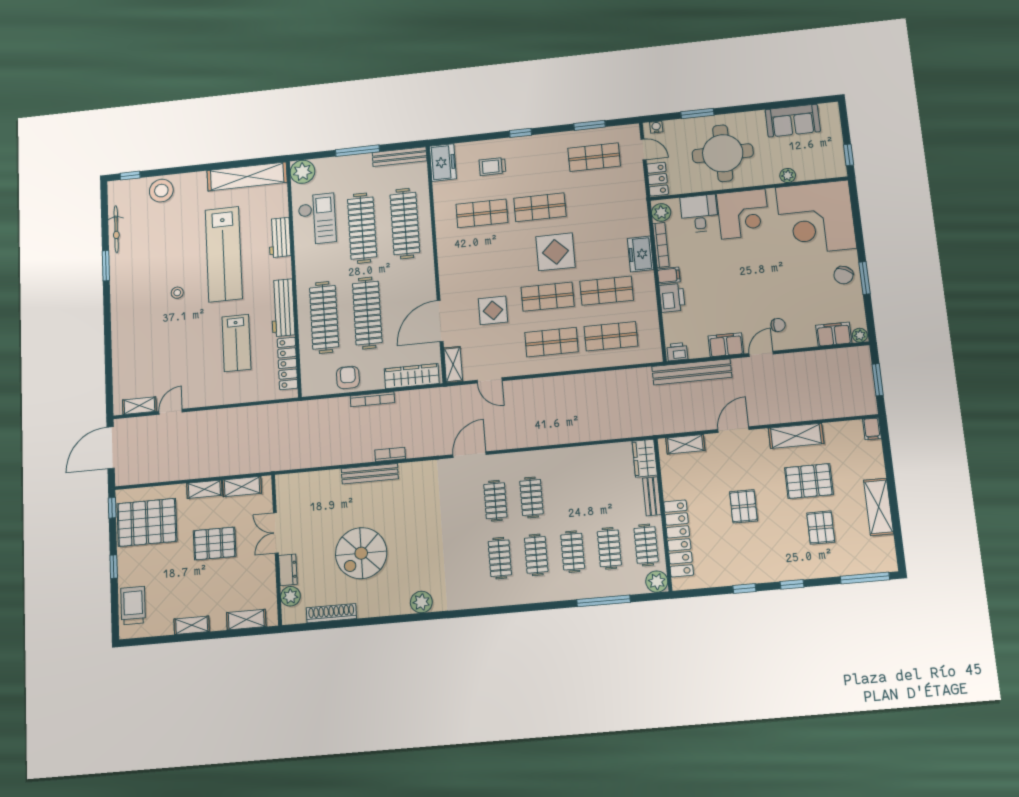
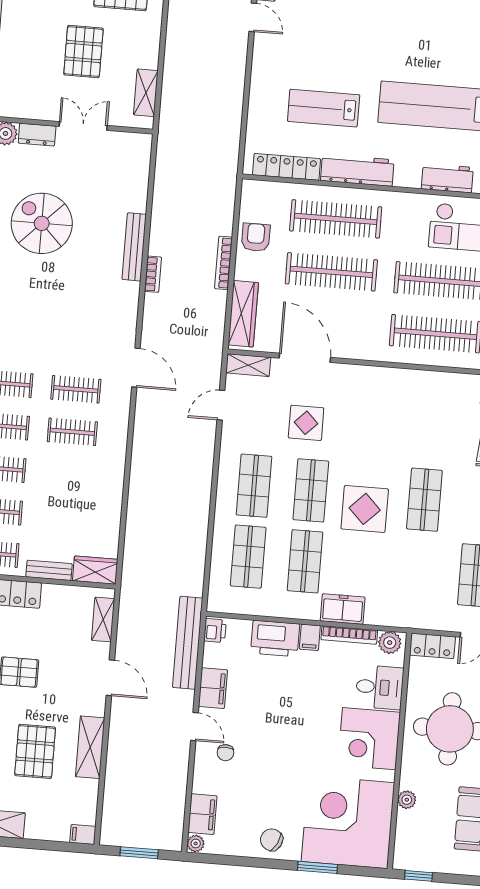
shop shelf: (482, 213) -> (430, 429), removed
window: (864, 278) -> (318, 867), moved
stool: (177, 293) -> (401, 43), removed
printer: (672, 298) -> (275, 639), width x1.37, depth x1.19
armchair: (348, 377) -> (256, 237), turned -90
shelving: (204, 489) -> (151, 47), removed

